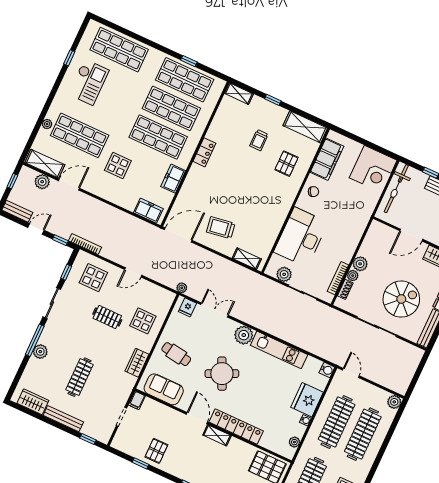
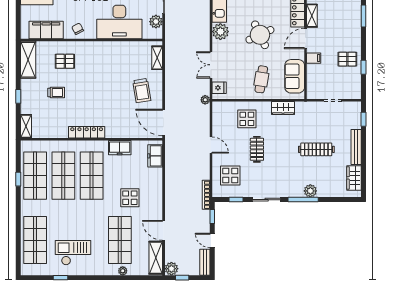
locker: (204, 152) -> (87, 132), width x1.53
plant: (42, 182) -> (171, 269), moved
filing cabinet: (137, 400) -> (314, 58), moved

